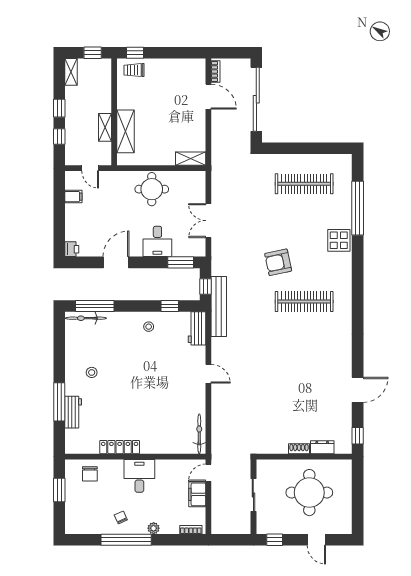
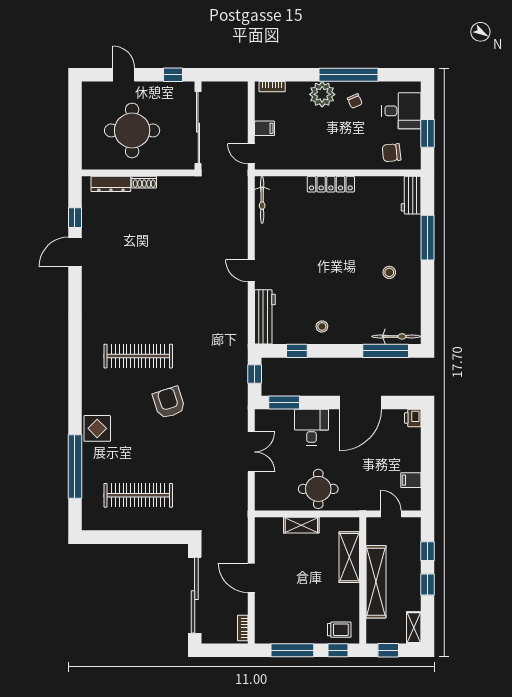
window: (174, 53) -> (292, 650), added
door: (208, 97) -> (251, 578), moved
shelving: (105, 127) -> (376, 582), width x2.20, depth x1.33
shelving: (191, 159) -> (301, 525), moved
door: (116, 262) -> (360, 402), width x1.36
armchair: (278, 262) -> (169, 403), turned -96
bench: (219, 307) -> (239, 350), removed
workbench: (197, 328) -> (265, 317), width x1.38
workbench: (73, 412) -> (411, 195), moved
window: (358, 436) -> (75, 218), moved
locker: (120, 447) -> (331, 184), moved
dresser: (322, 447) -> (111, 184), width x1.44
door: (208, 473) -> (251, 154), swing flipped
chair: (90, 474) -> (391, 153), turned -96
desk: (139, 476) -> (401, 111), moved, turned -90
filing cabinet: (197, 494) -> (264, 128), width x0.50
sliding door: (253, 495) -> (198, 128), width x1.86
plant: (154, 528) -> (322, 94), width x1.88, depth x1.88

